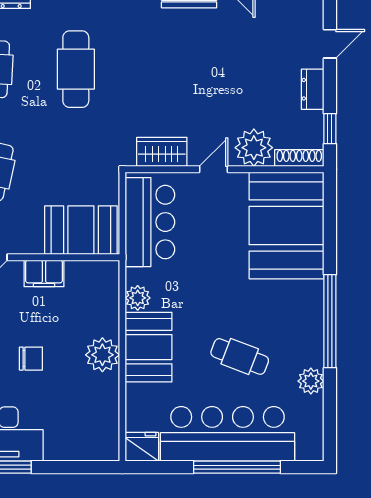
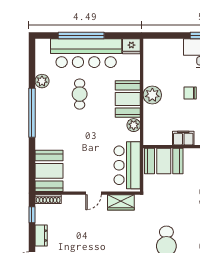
plant: (254, 148) -> (72, 205), removed
booth: (287, 225) -> (49, 171), width x0.73, depth x0.70
cafe table: (240, 356) -> (80, 94), turned 69

